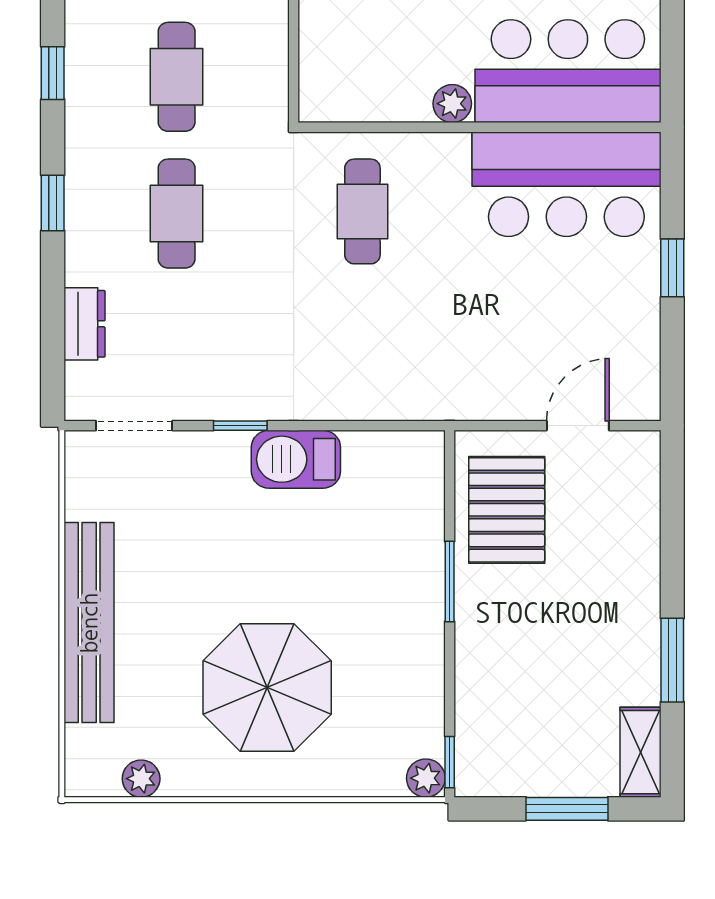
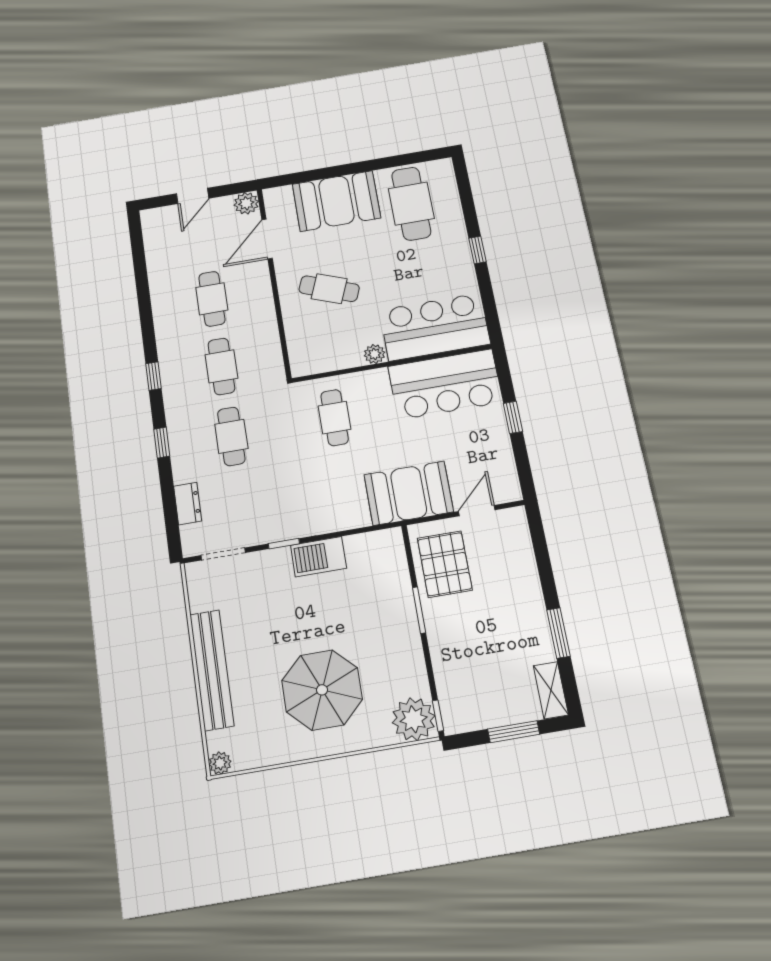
booth: (468, 374) -> (409, 493), added
plant: (426, 778) -> (414, 719), width x1.87, depth x1.87
plant: (141, 779) -> (220, 763), moved

